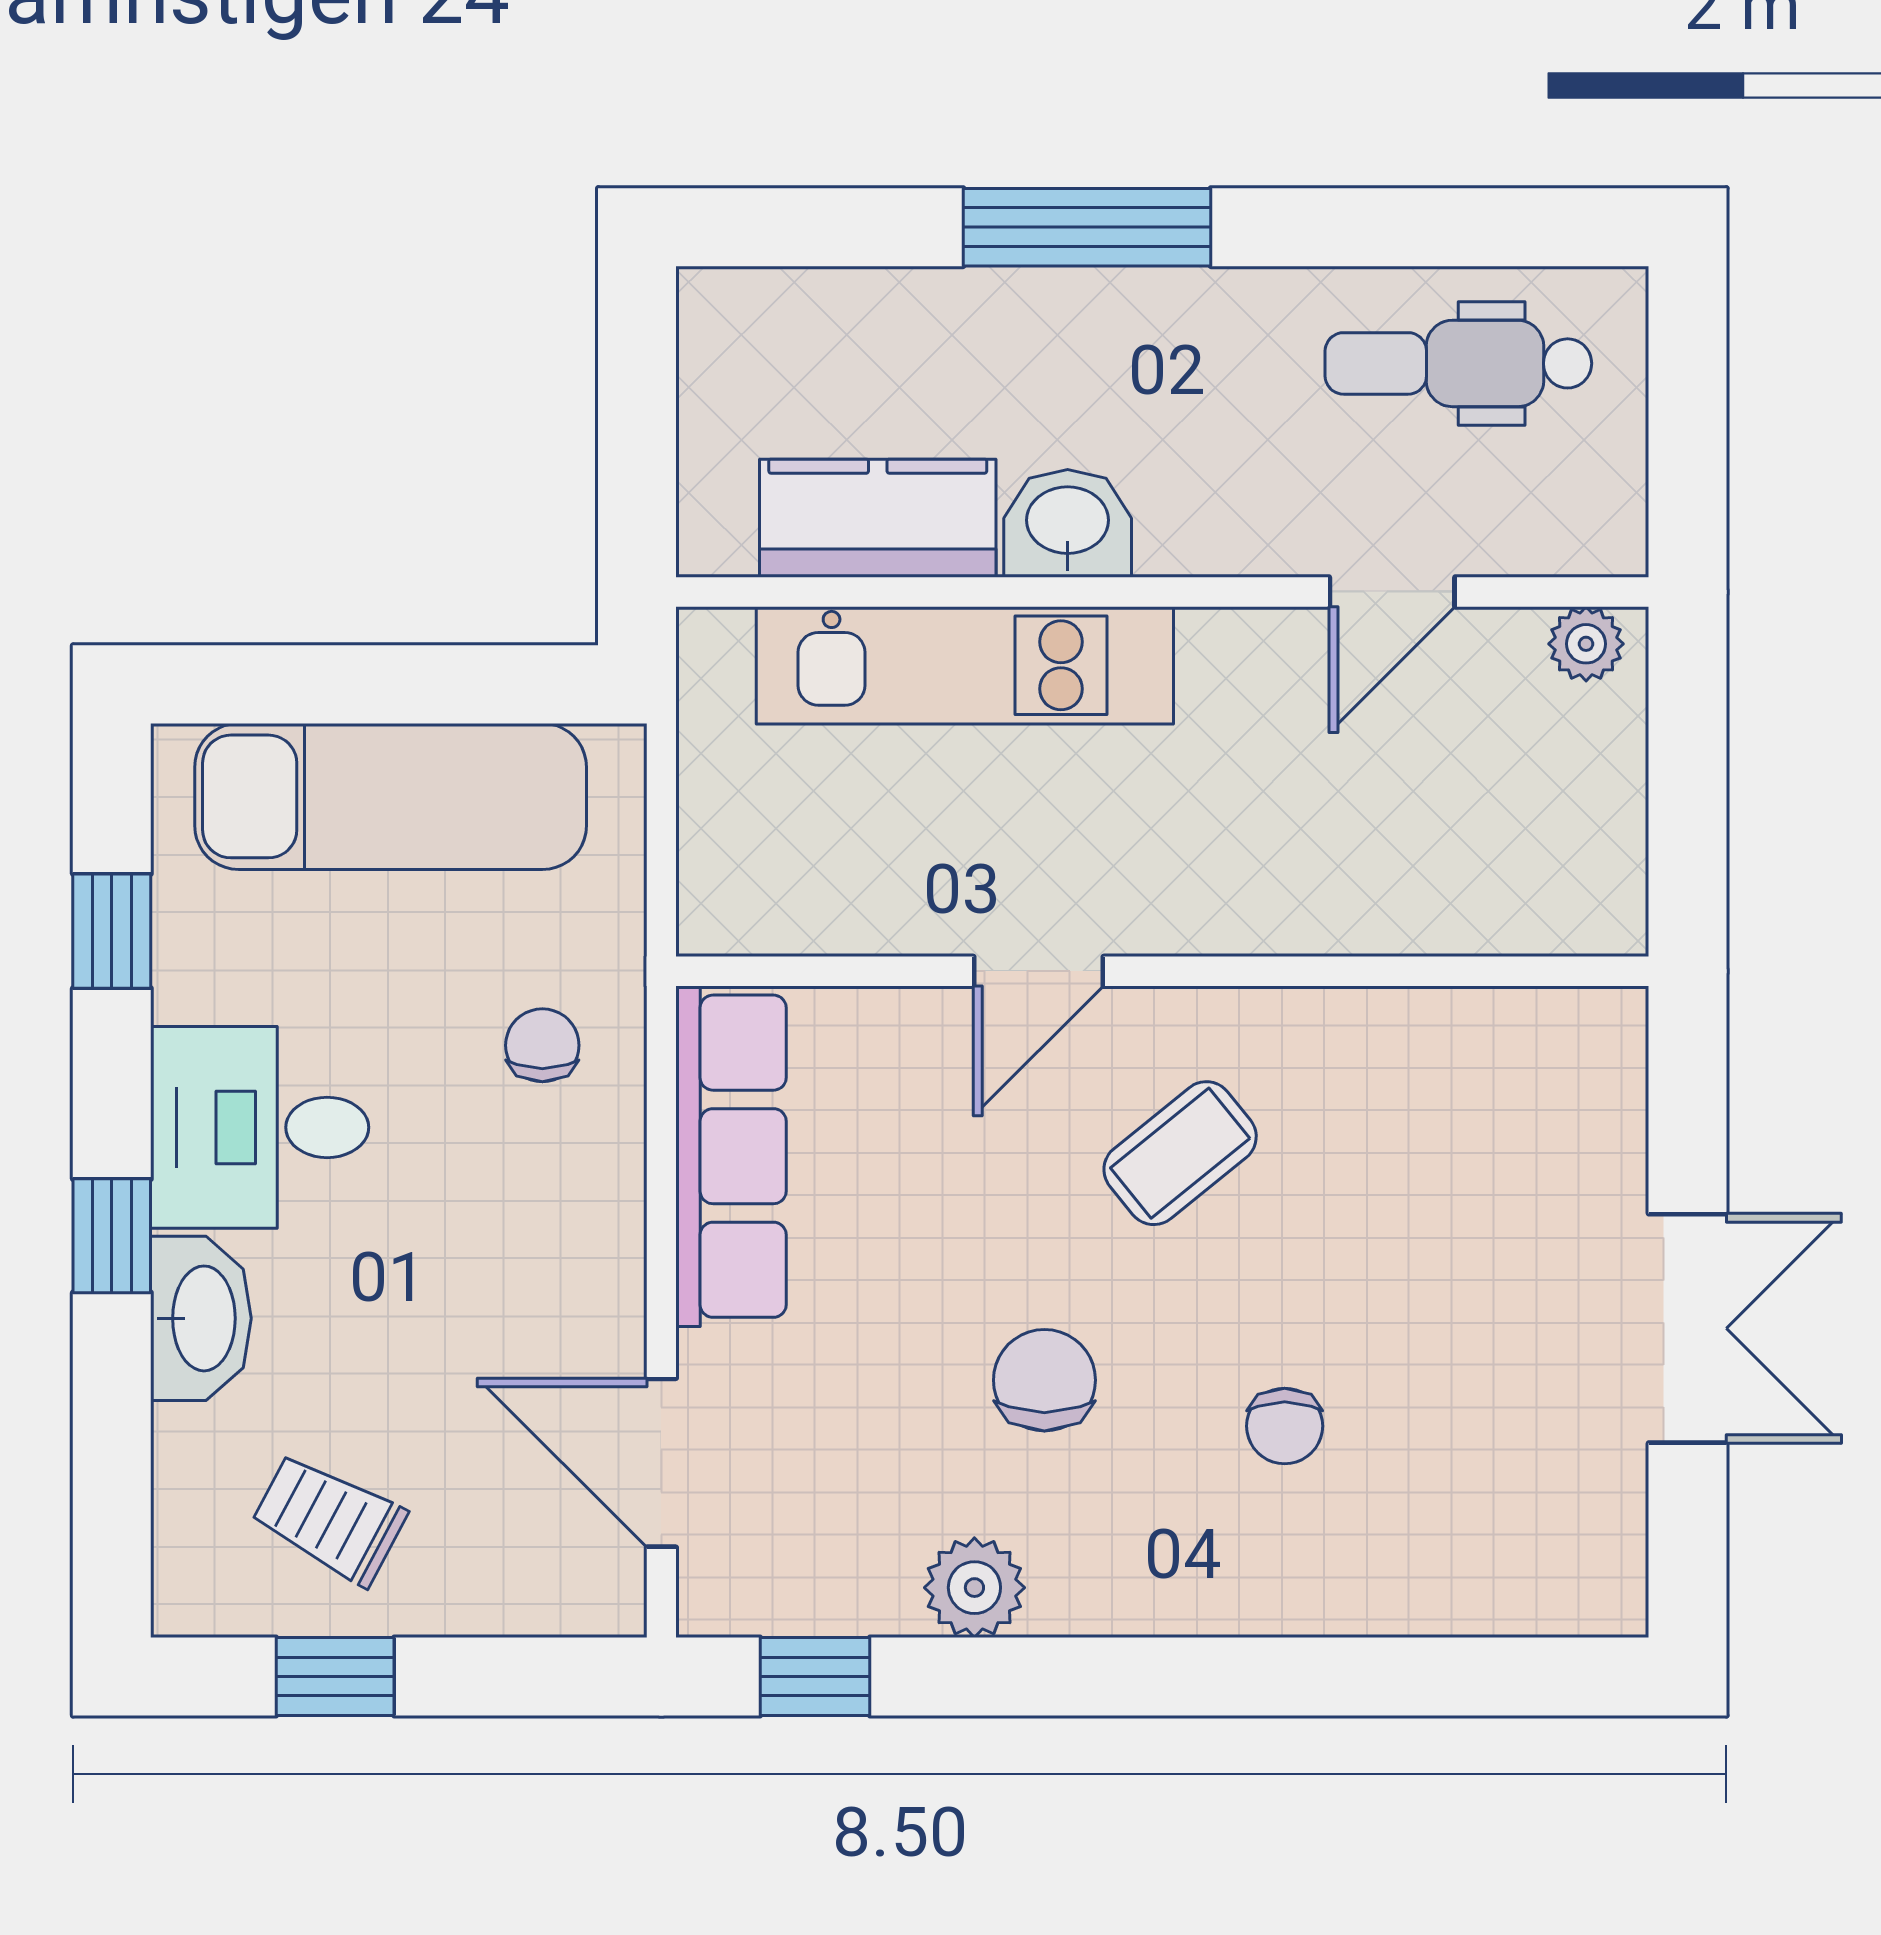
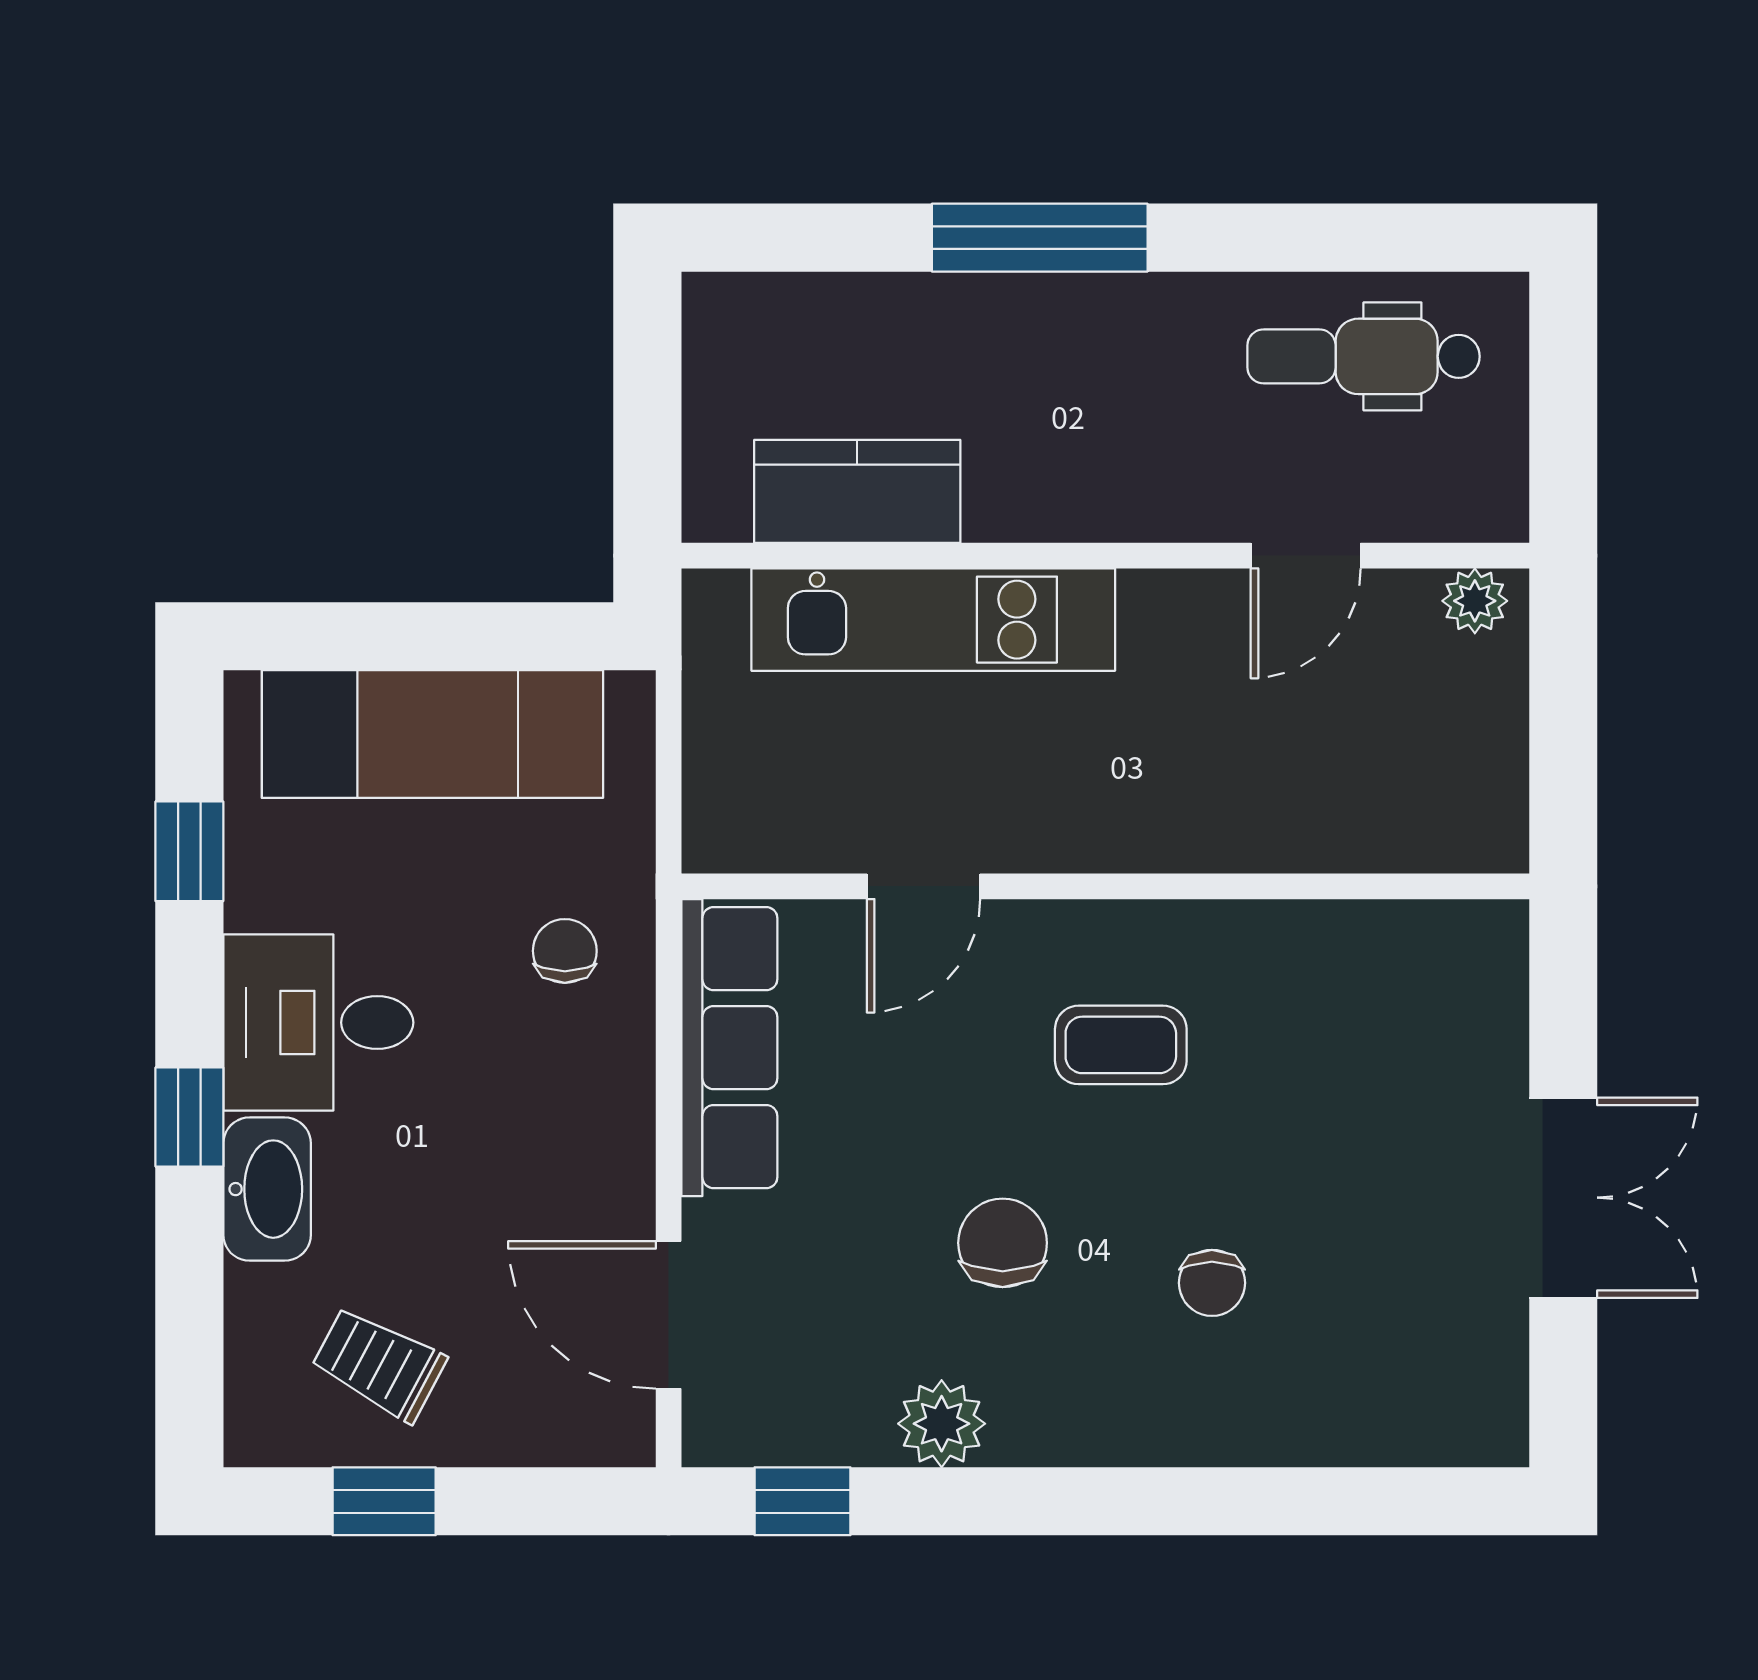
washbasin: (1068, 523) -> (1023, 496), removed
door: (1039, 971) -> (924, 886), moved
coffee table: (1180, 1153) -> (1121, 1045), turned 39

